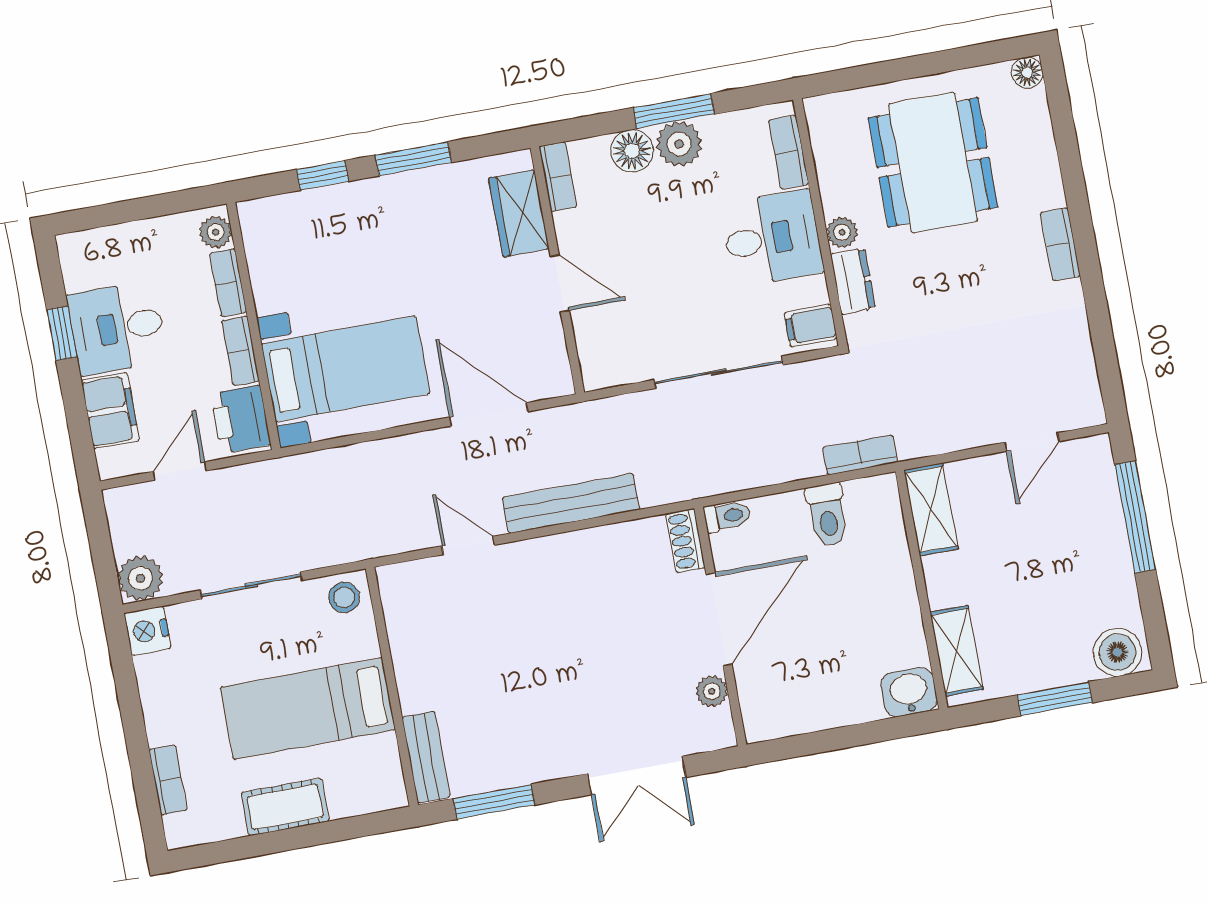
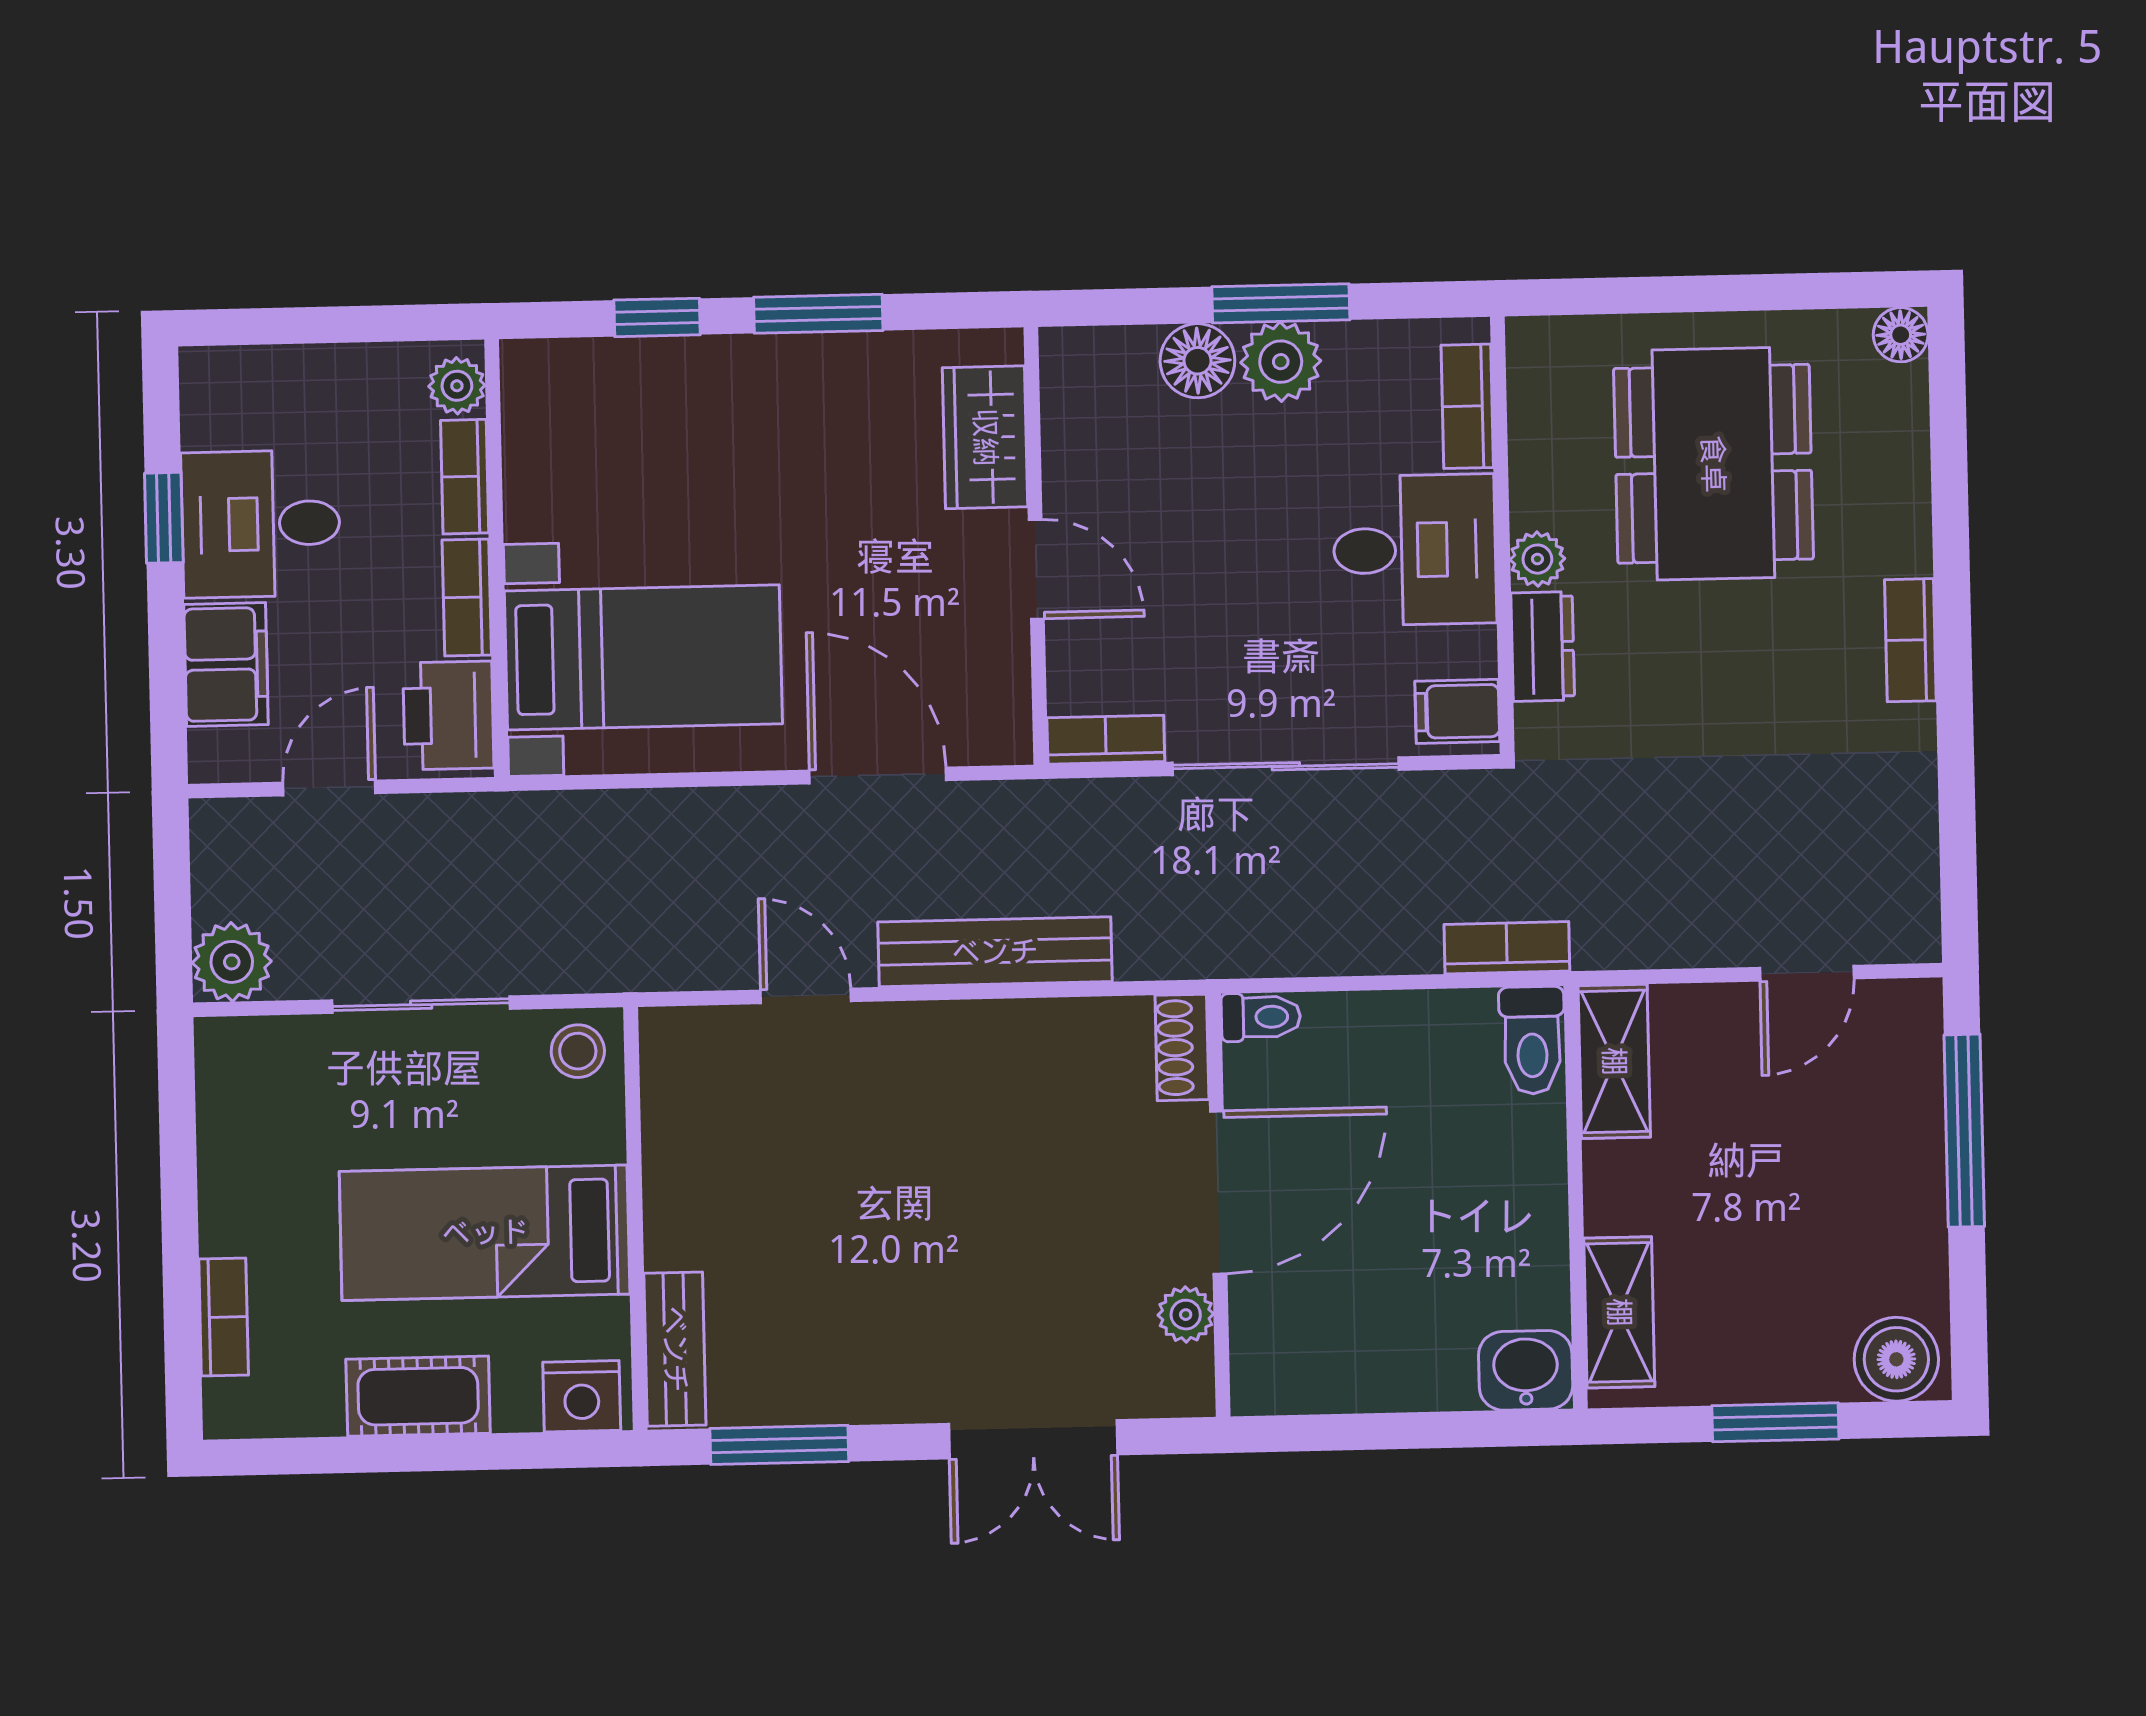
bookcase: (558, 177) -> (1106, 740), moved, turned -90
toilet: (827, 515) -> (1532, 1040), moved
nightstand: (147, 631) -> (582, 1396), moved, turned -90

